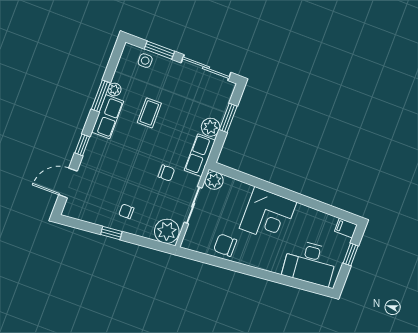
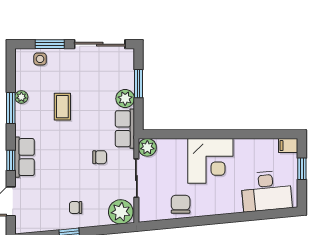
row of seats: (108, 117) -> (25, 157), moved
chair: (225, 245) -> (181, 204), turned 90

